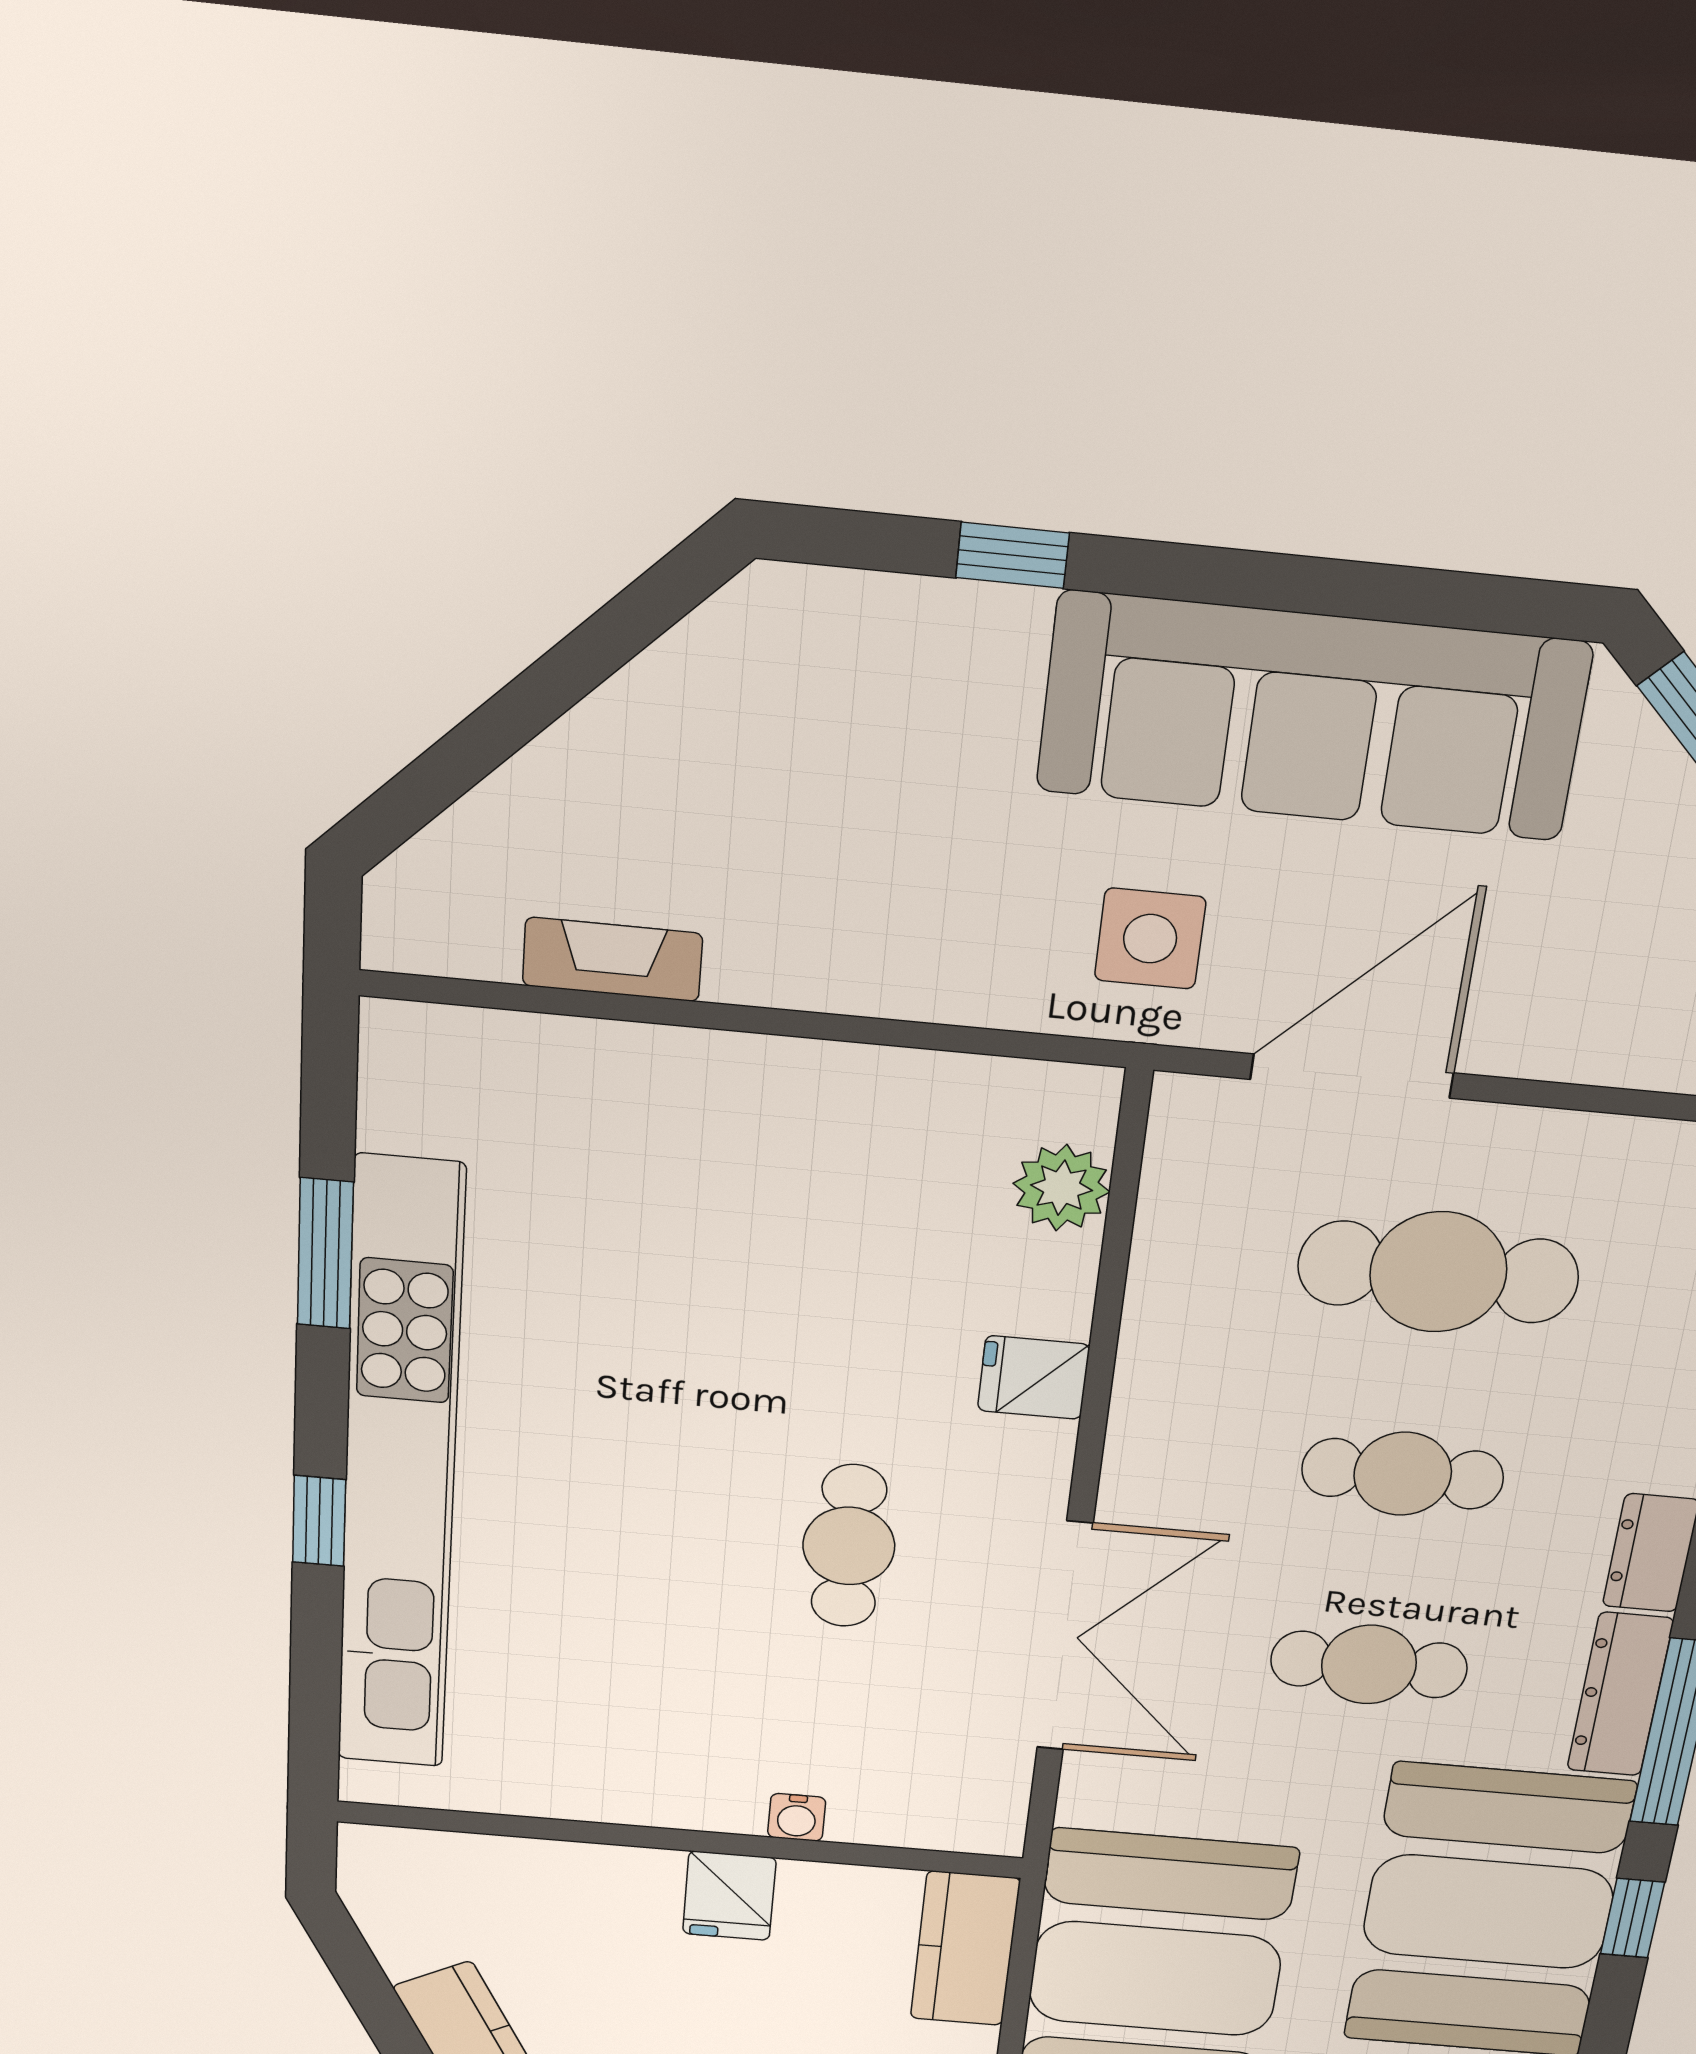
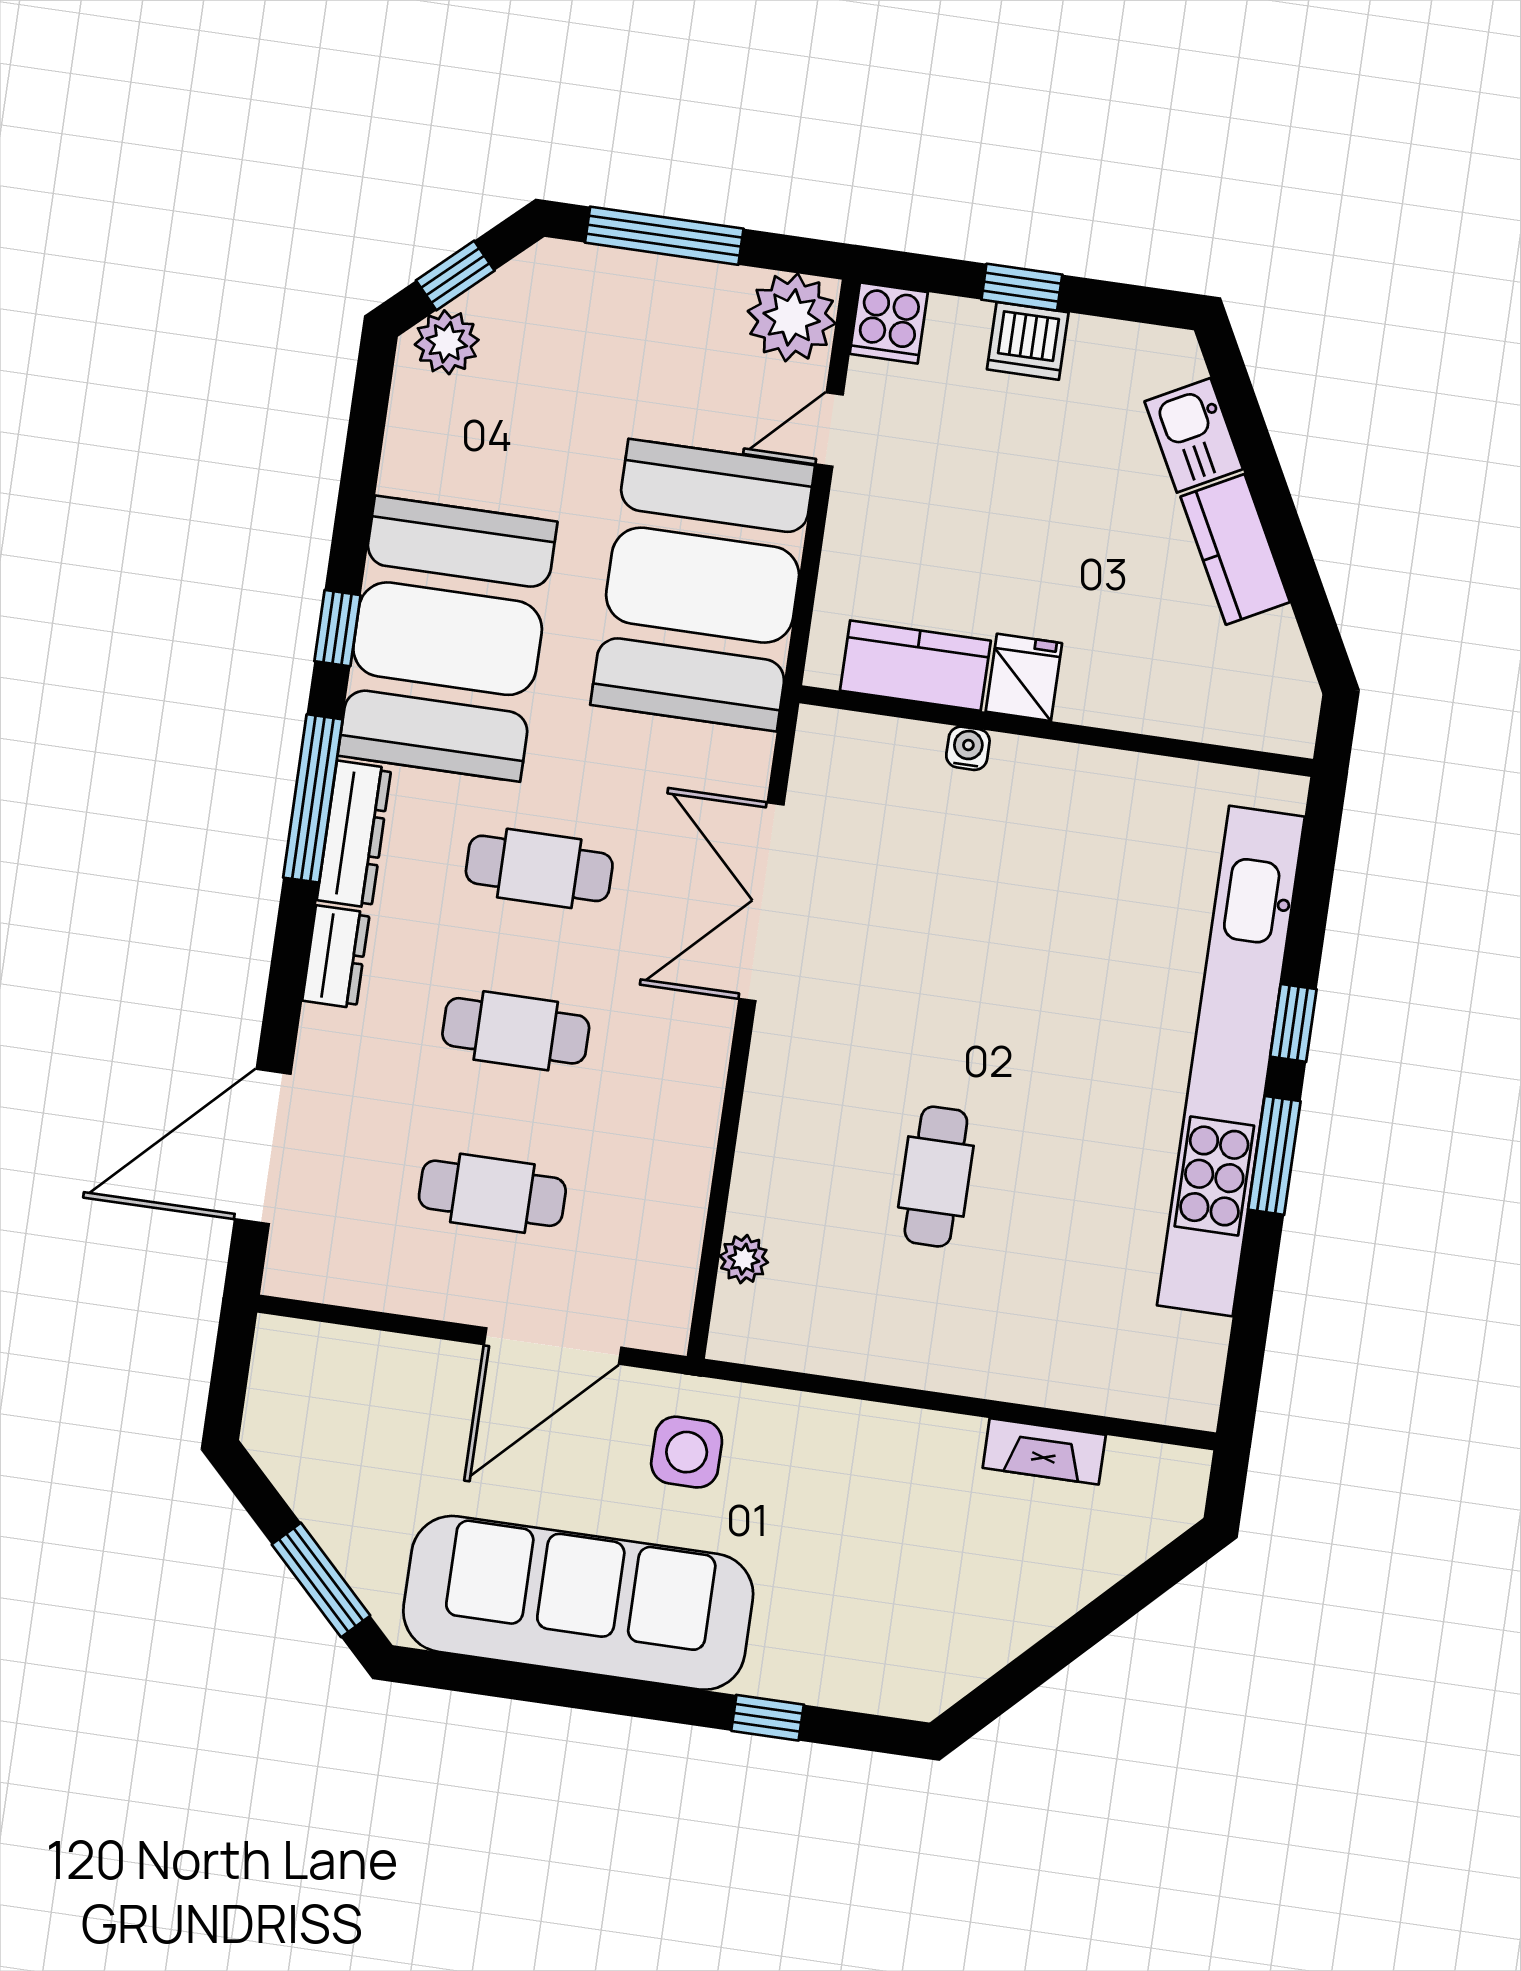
plant: (1061, 1188) -> (744, 1259), width x0.73, depth x0.73
window: (325, 1254) -> (1274, 1155), moved
cafe table: (1438, 1272) -> (492, 1193), width x0.73, depth x0.74
fridge: (1034, 1378) -> (776, 1121), removed
cafe table: (849, 1546) -> (936, 1177), moved
kitchen counter: (965, 1949) -> (915, 666), moved, turned -90

